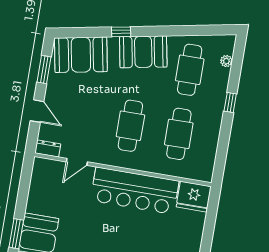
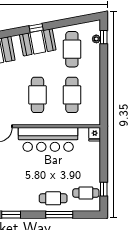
window: (121, 32) -> (36, 28), moved
window: (230, 102) -> (104, 37), moved
fridge: (194, 197) -> (95, 134), width x0.53, depth x0.75

